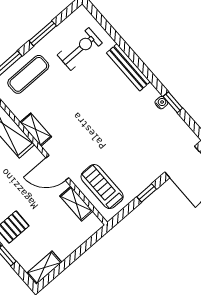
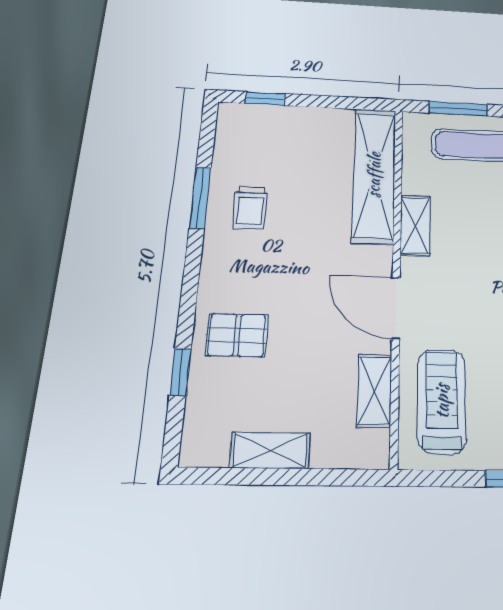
shelving: (44, 268) -> (270, 450), moved

